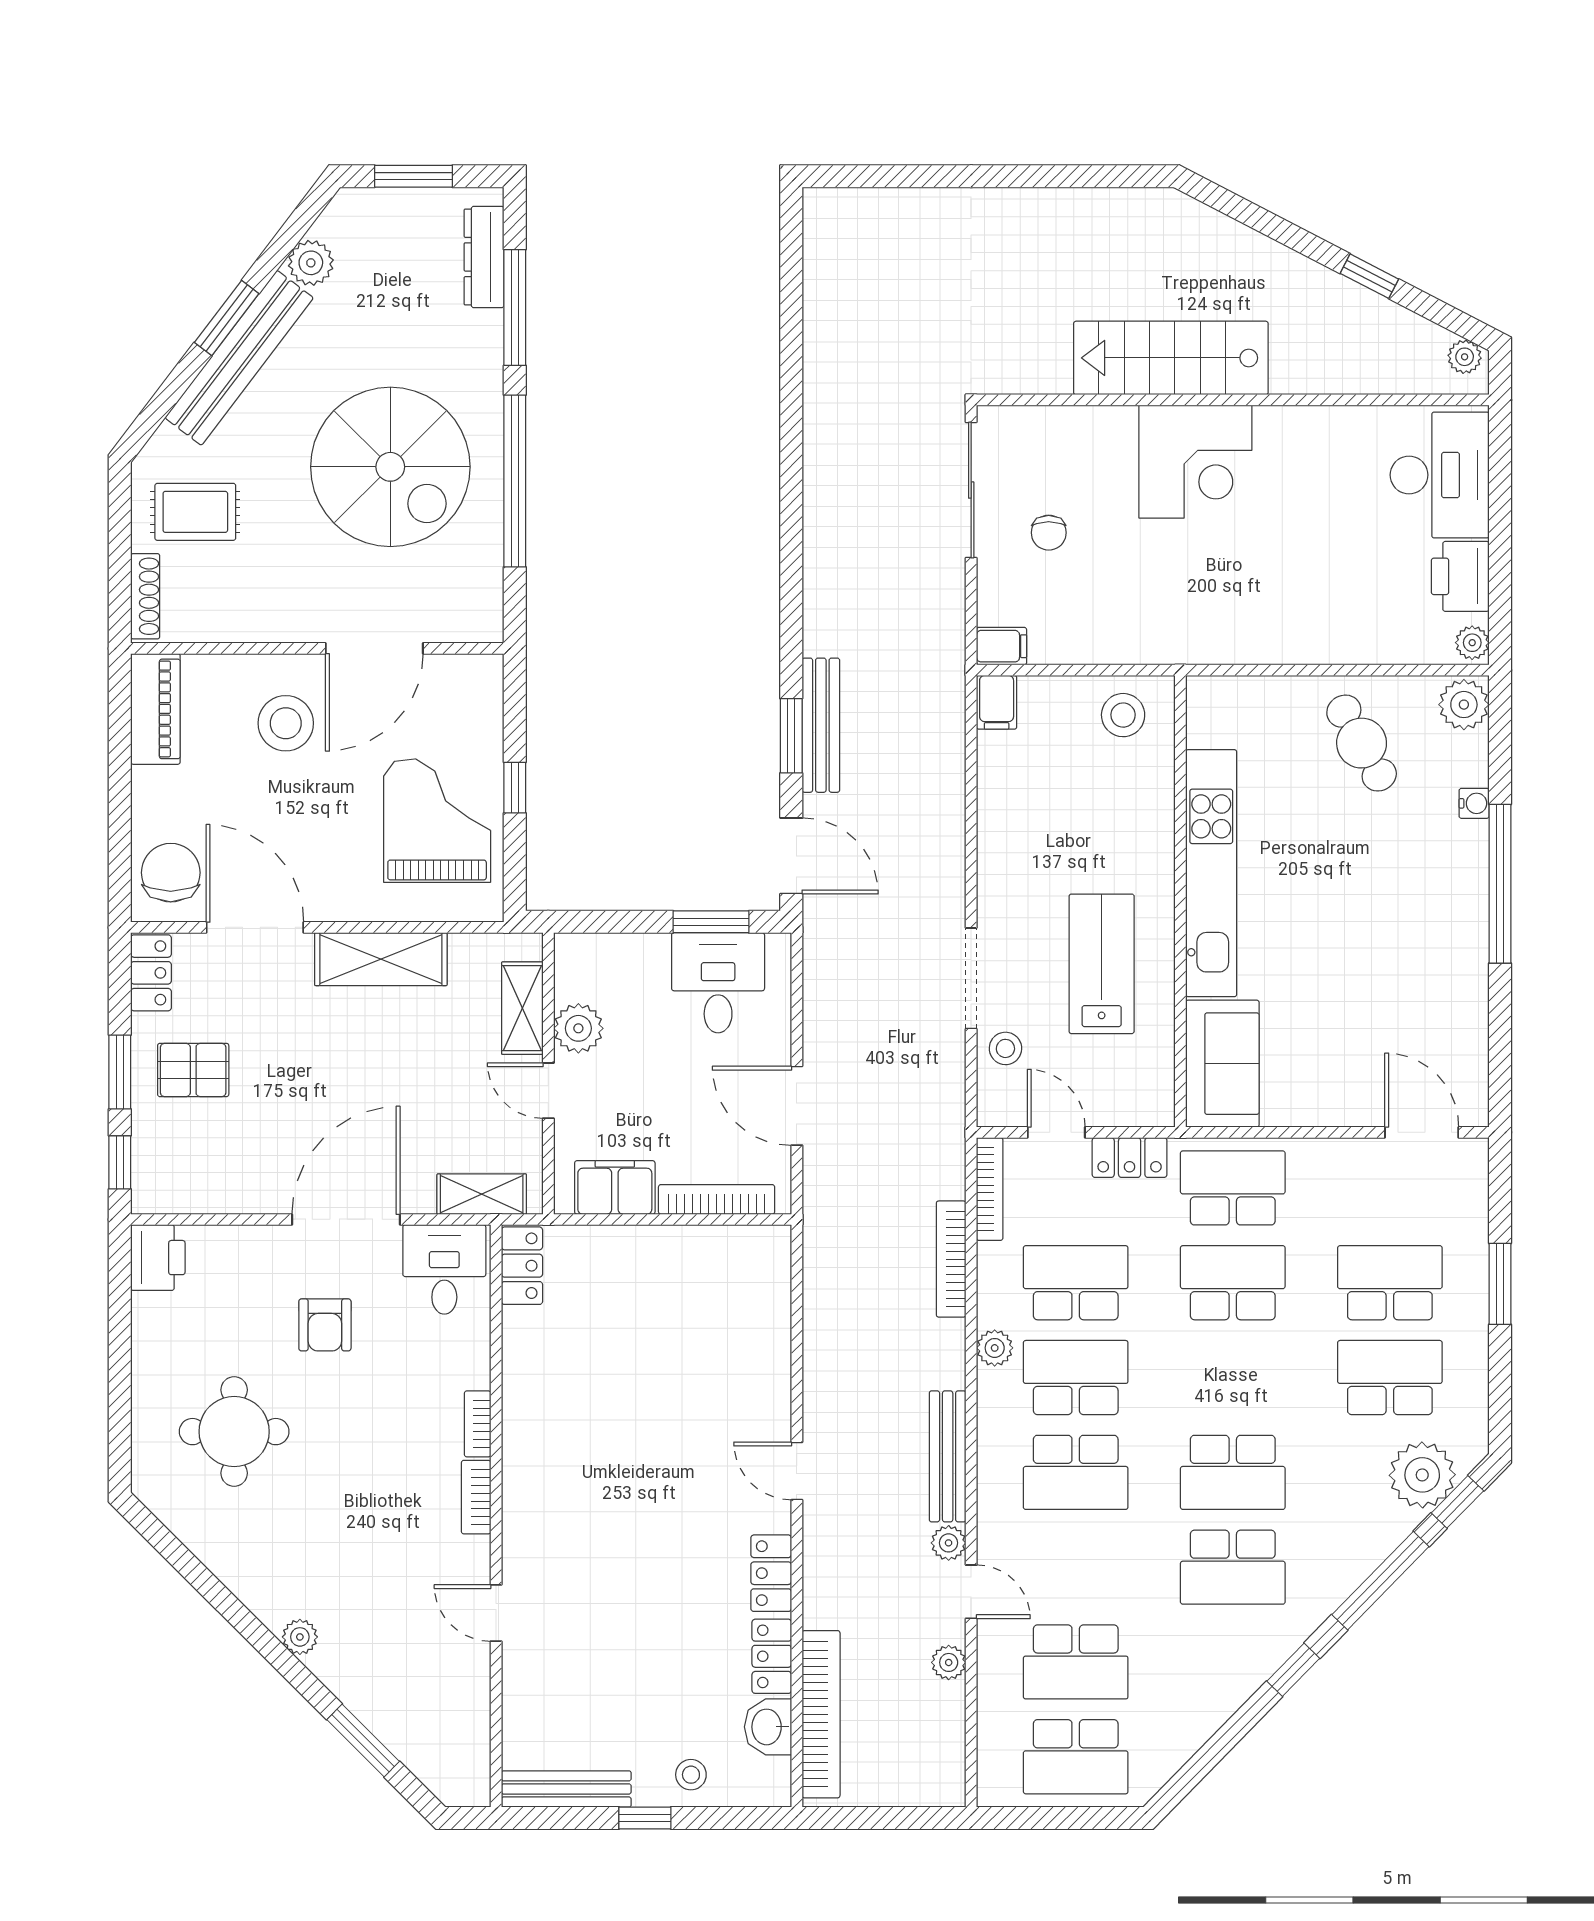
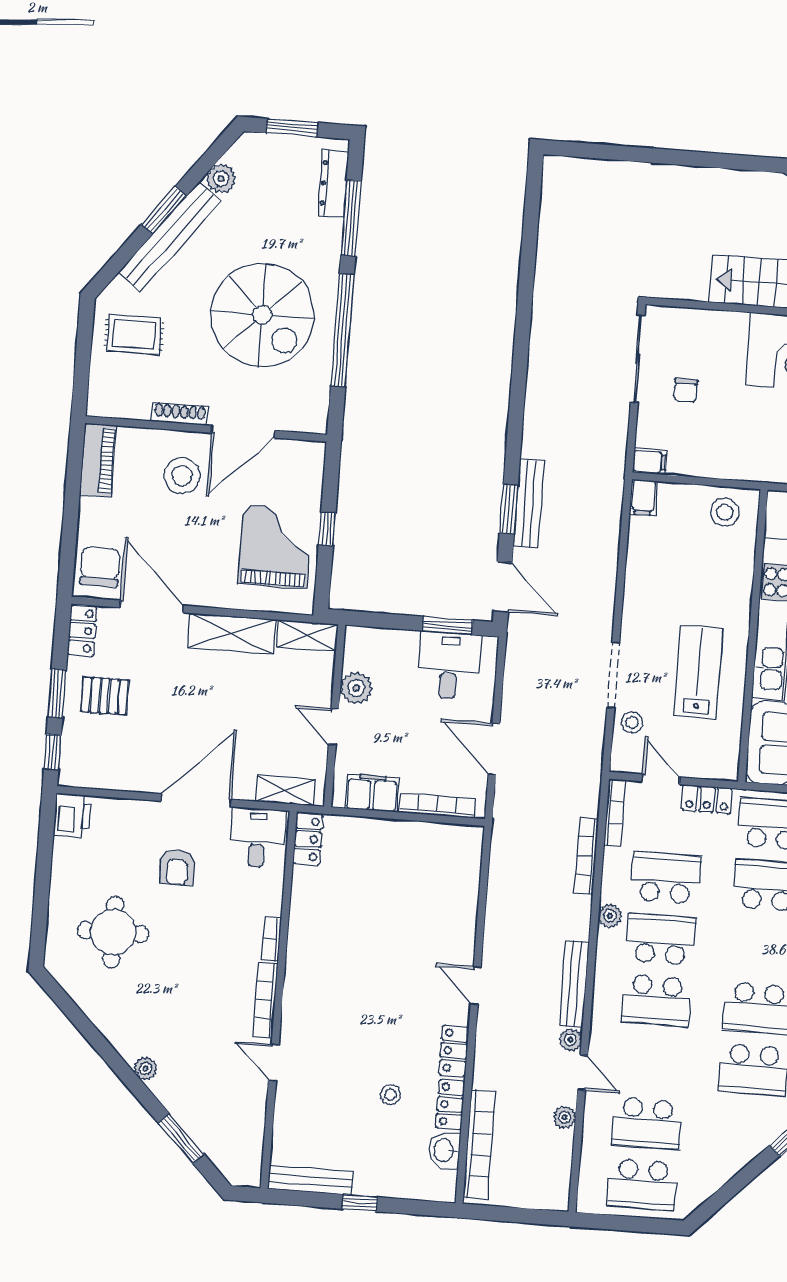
shoe rack: (145, 596) -> (180, 414), moved, turned -90
shelving: (522, 1008) -> (307, 635), moved, turned 90
bookcase: (476, 1497) -> (266, 1000), width x1.56
stool: (691, 1775) -> (390, 1095), moved

